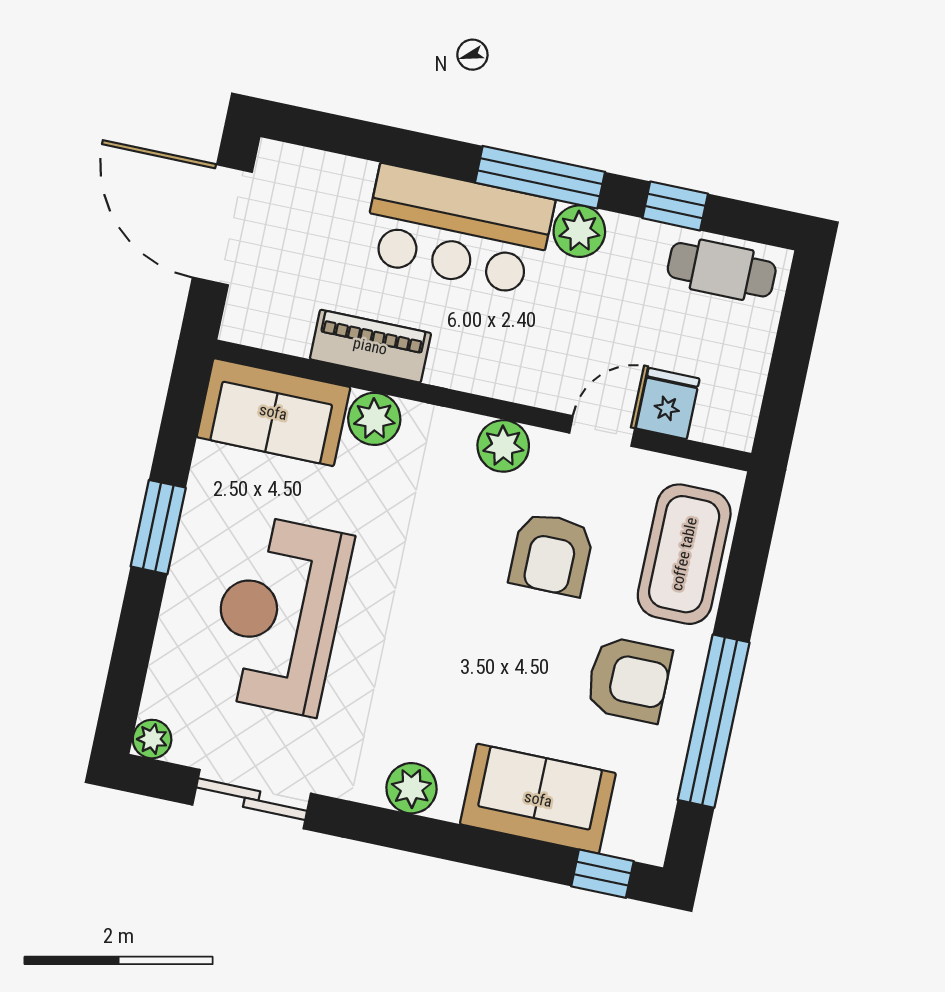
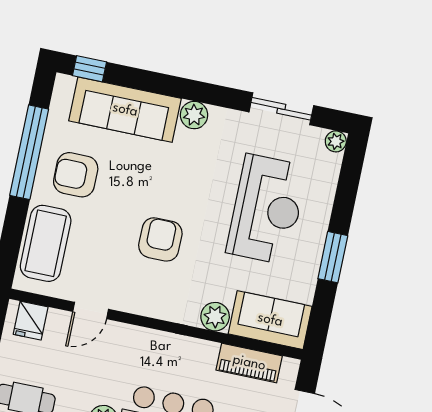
piano: (370, 346) -> (249, 363), moved
fridge: (668, 403) -> (31, 321), moved
plant: (503, 446) -> (145, 302), removed
armchair: (551, 554) -> (160, 239), moved
sofa: (538, 799) -> (125, 110), width x1.36

